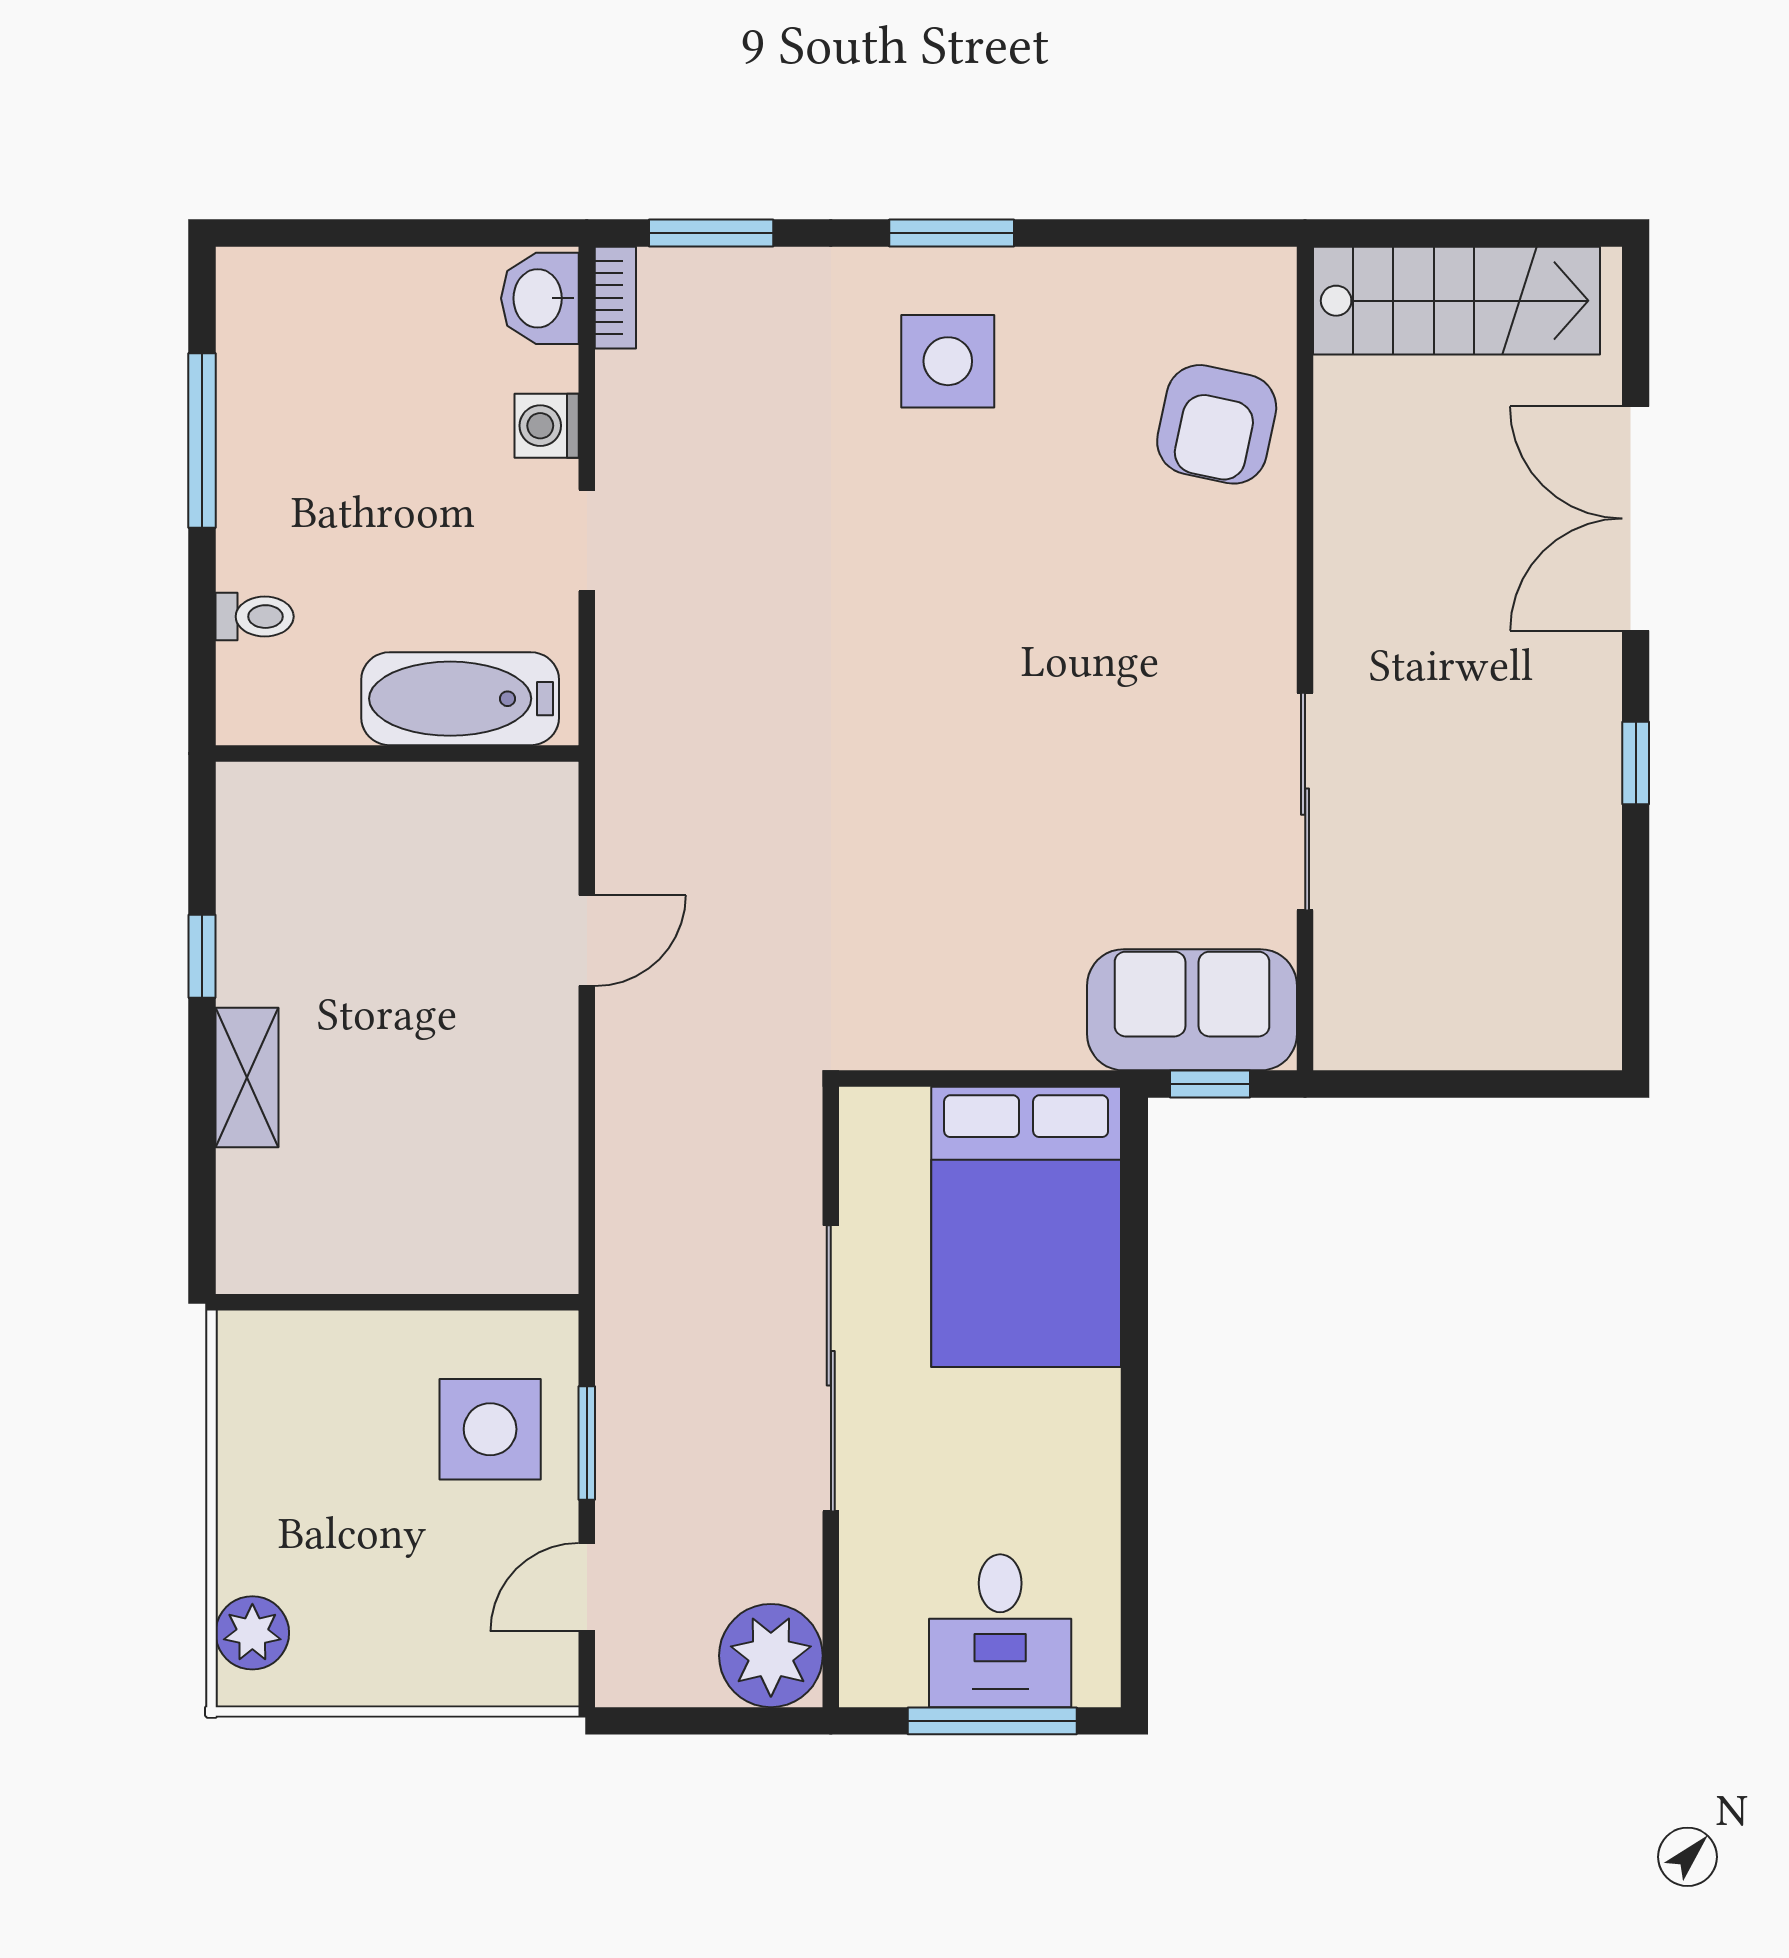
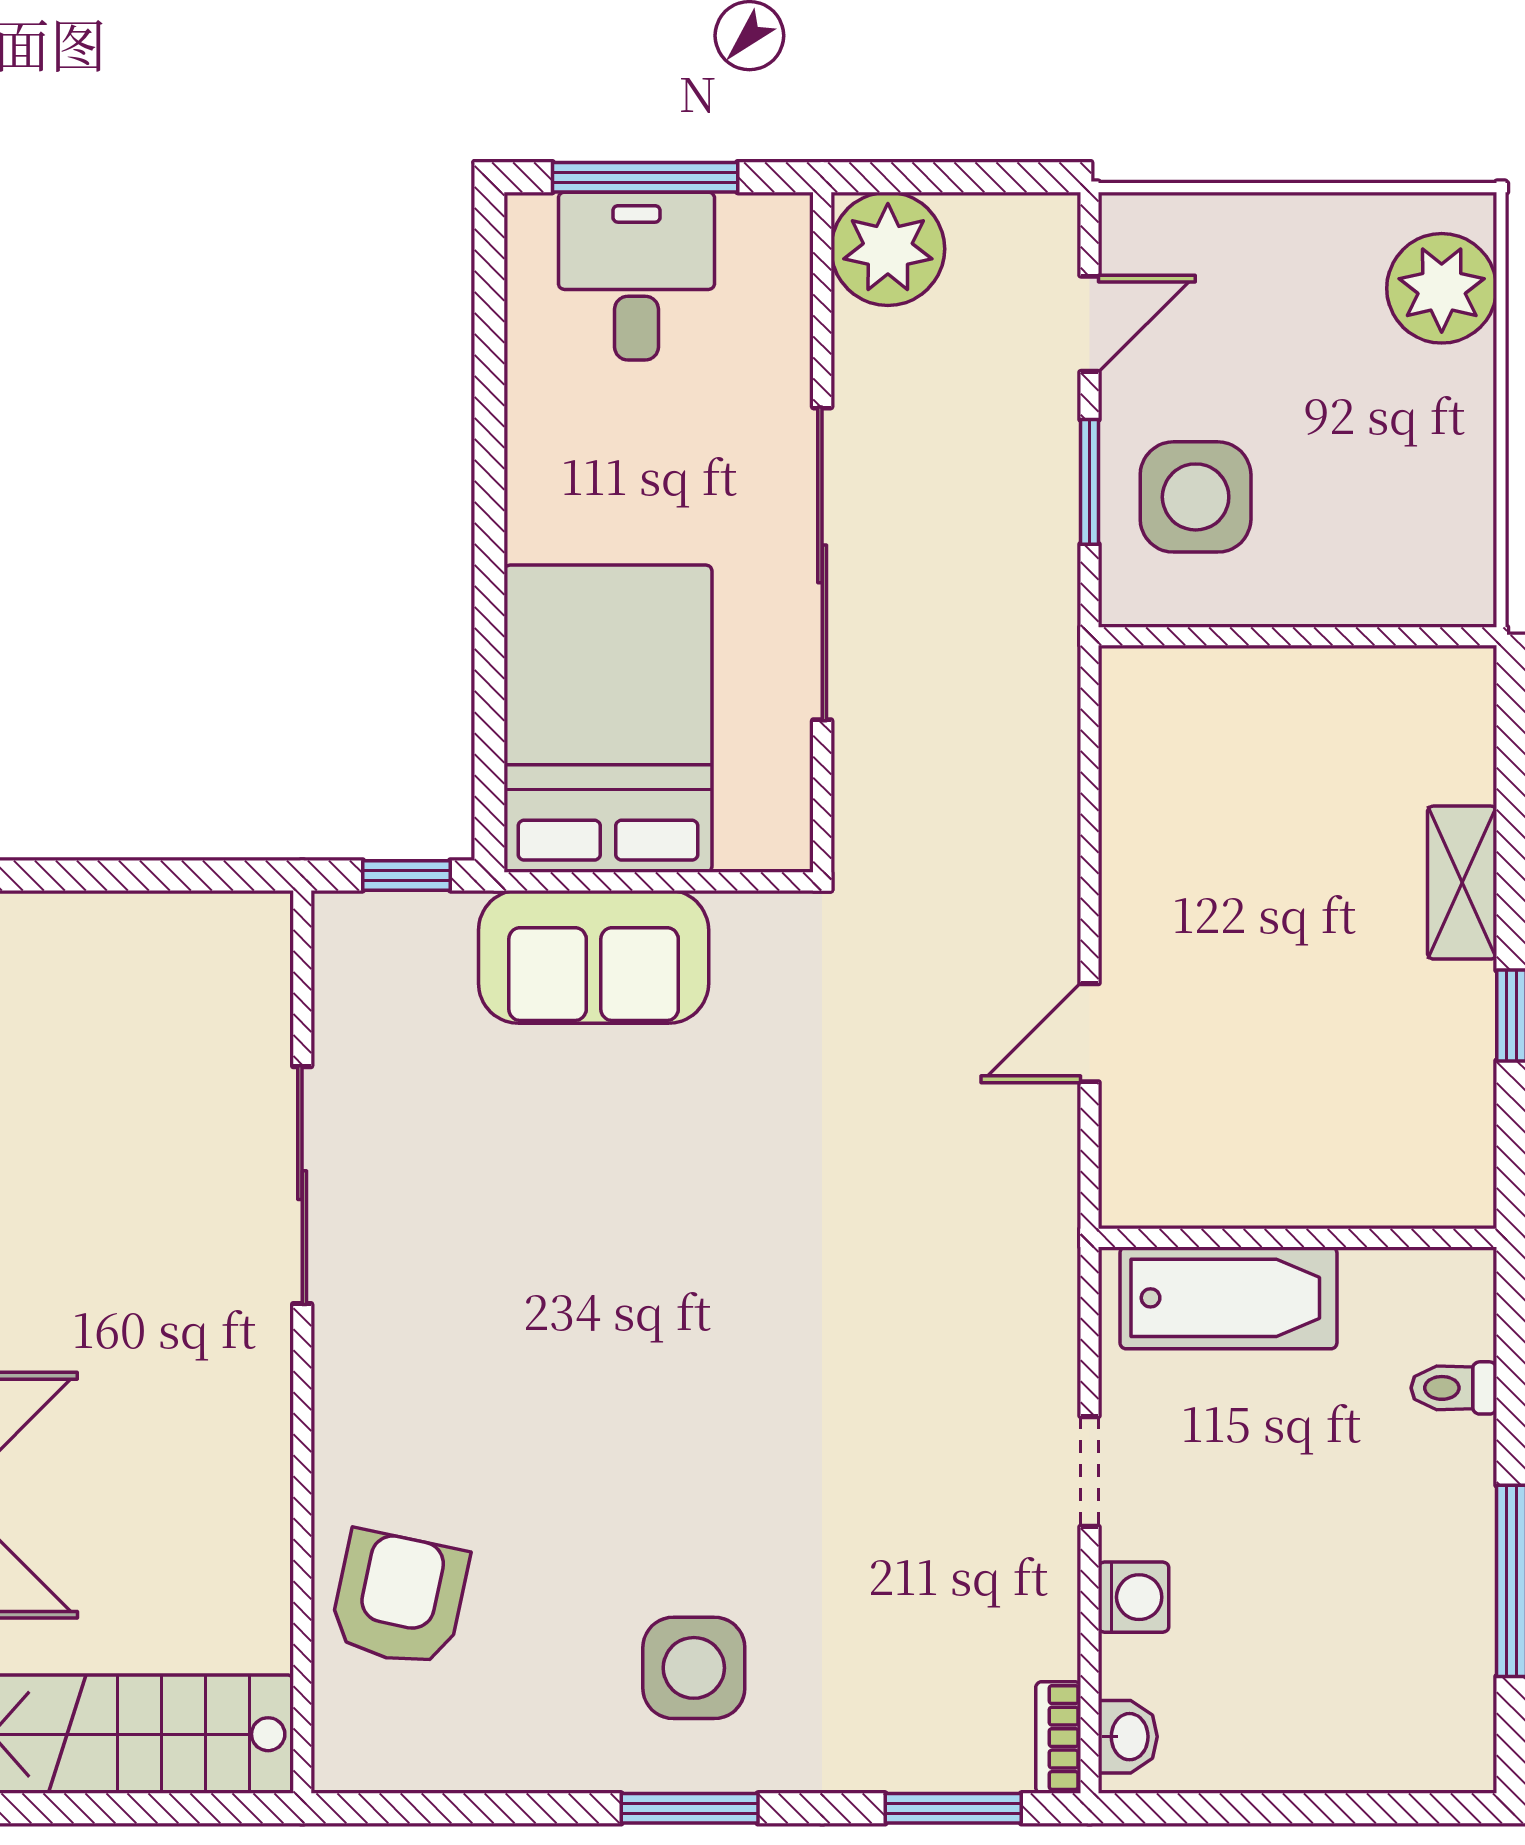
washbasin: (540, 298) -> (1128, 1737), width x0.72, depth x0.69
sofa: (1192, 1010) -> (594, 957), moved
plant: (252, 1633) -> (1442, 288), width x1.36, depth x1.36

